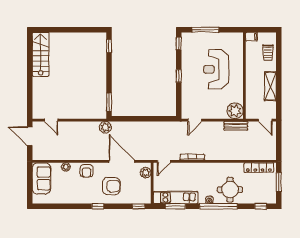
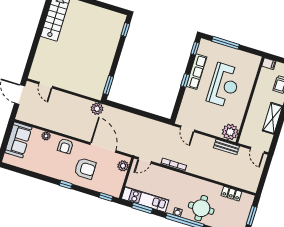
row of seats: (187, 65) -> (196, 72), added
reception desk: (216, 69) -> (224, 85), turned 180
door: (195, 120) -> (187, 129), hinge flipped
locker: (259, 168) -> (231, 194), width x0.66

